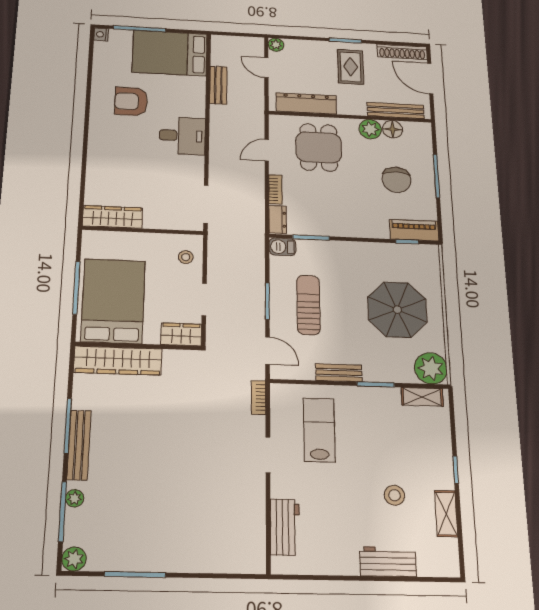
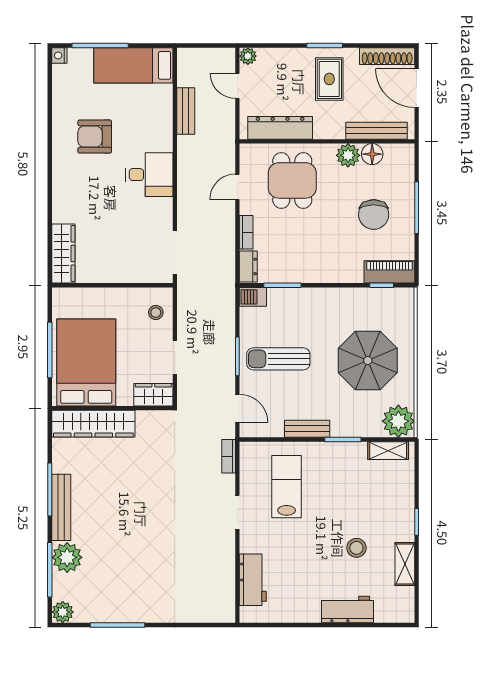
bed: (170, 53) -> (133, 65), width x0.67
wardrobe: (113, 217) -> (63, 254), moved, turned 90
sun lounger: (308, 305) -> (278, 359), turned -90
plant: (75, 498) -> (67, 557), width x1.87, depth x1.87

